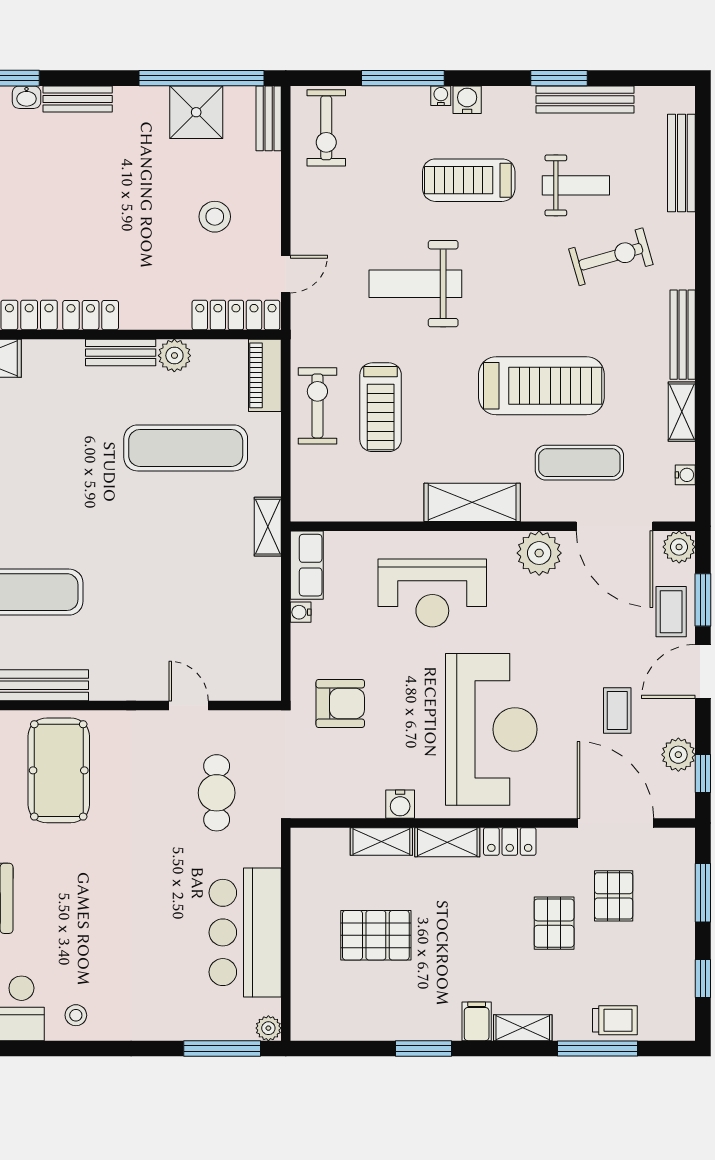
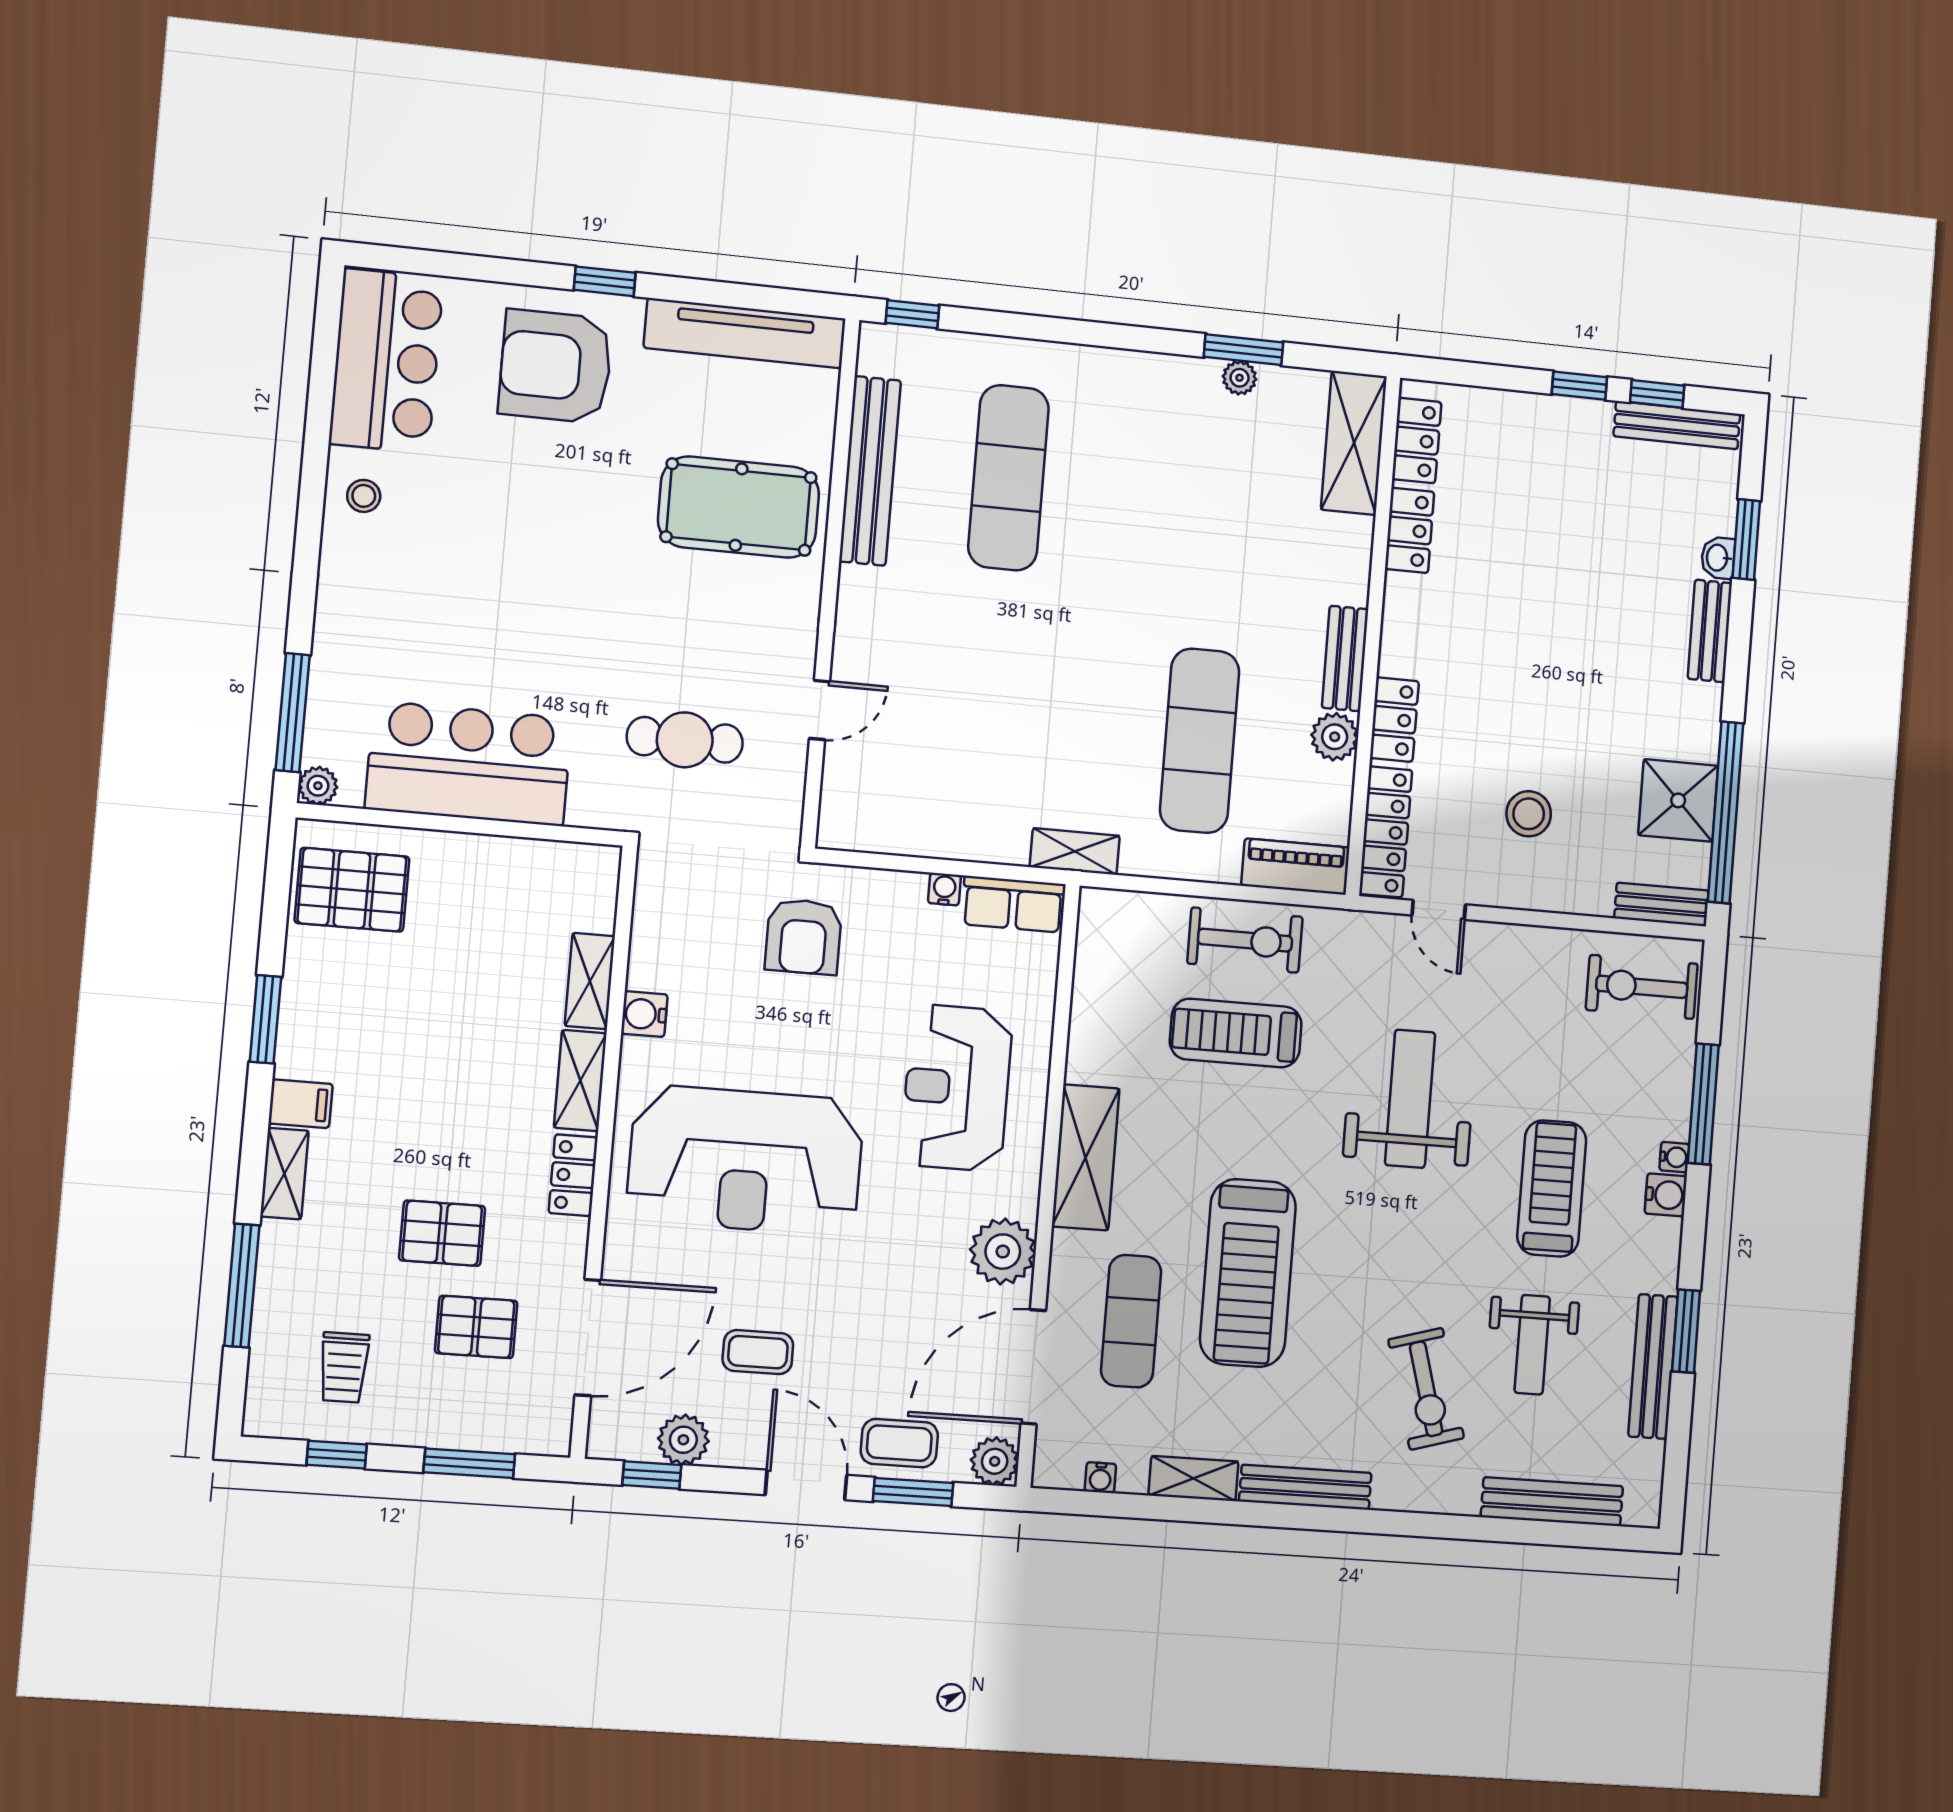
locker: (91, 315) -> (1394, 720), moved
pallet: (376, 935) -> (352, 890), moved, turned 90
trolley: (615, 1020) -> (344, 1367), moved

